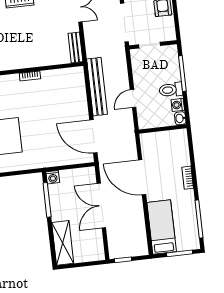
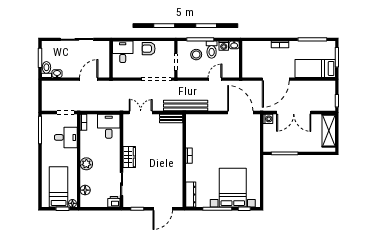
stool: (162, 70) -> (196, 55), added
bench: (97, 87) -> (186, 106), moved
door: (133, 98) -> (215, 79), swing flipped
door: (93, 136) -> (240, 113), swing flipped
washing machine: (53, 177) -> (268, 119), moved
shelving: (63, 243) -> (329, 131), moved, turned 90

